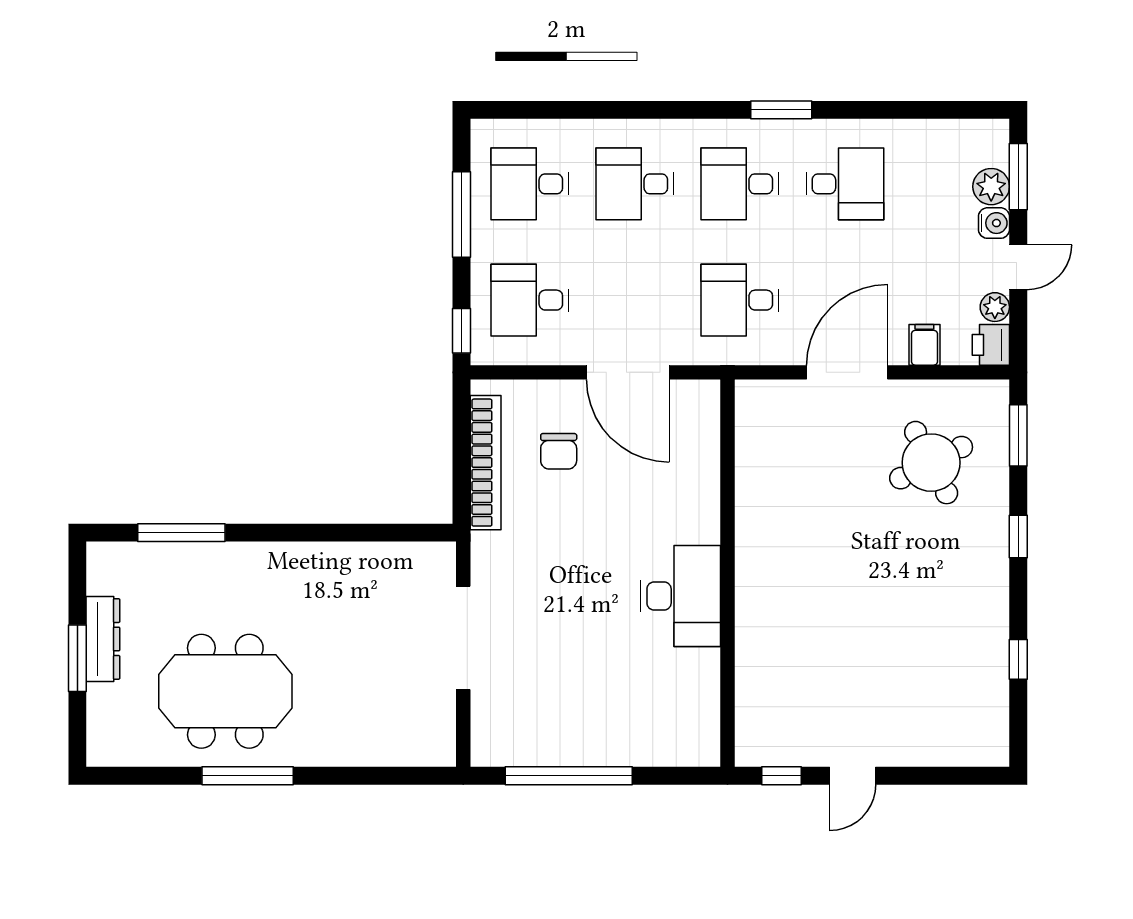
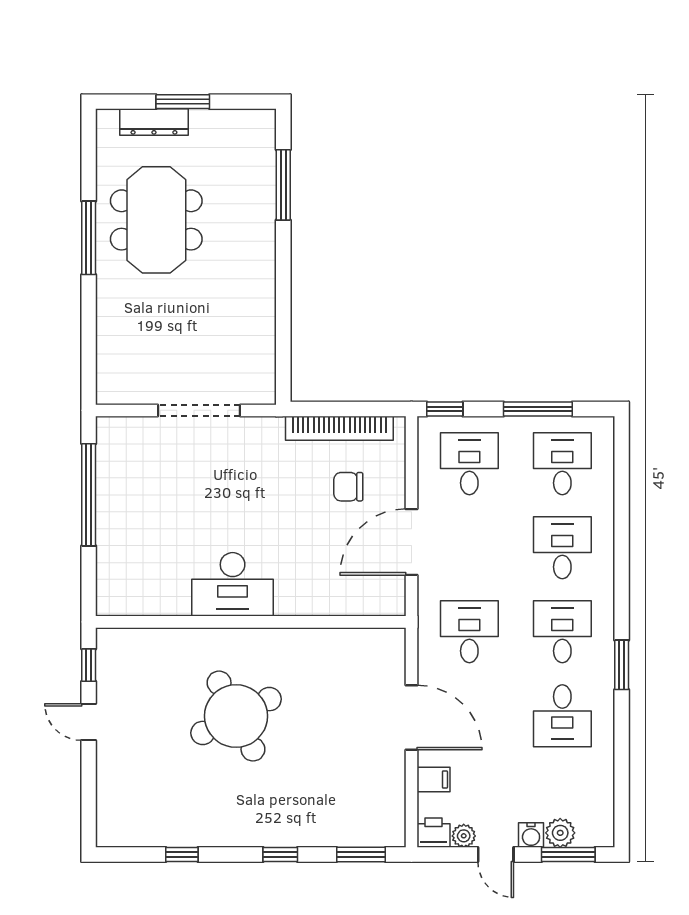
round table: (931, 463) -> (236, 716), moved, width x1.36, depth x1.36
dresser: (103, 639) -> (154, 122), moved

